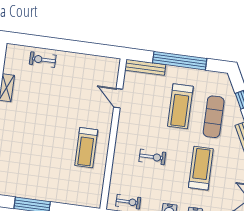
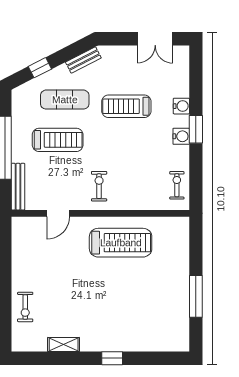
treadmill: (86, 148) -> (121, 243), width x1.37, depth x1.38
exercise bike: (152, 157) -> (99, 186), moved

